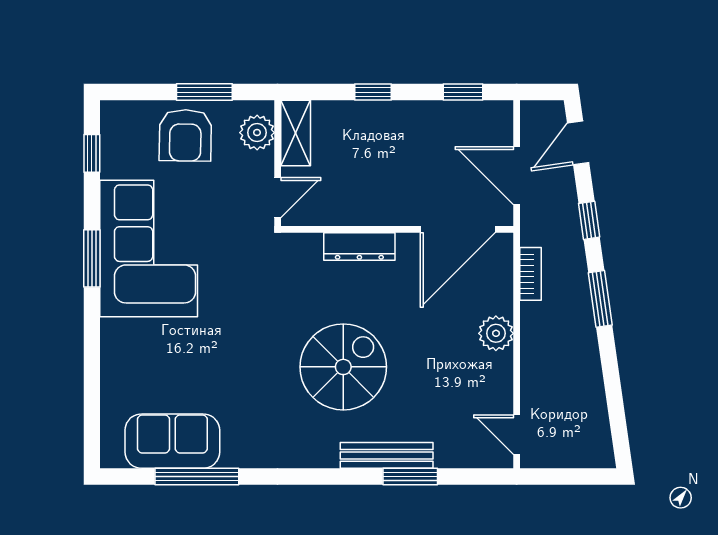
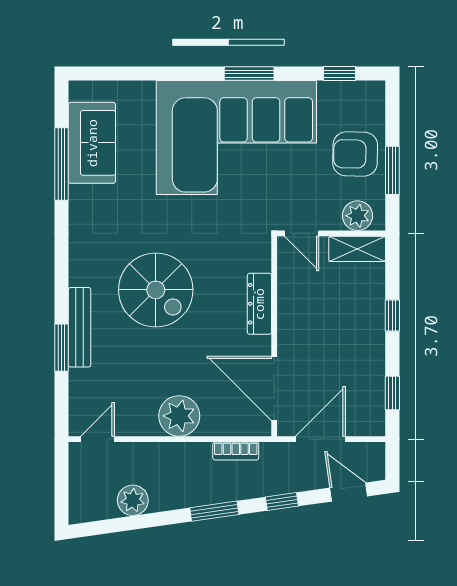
corner sofa: (149, 248) -> (236, 137), width x1.36, depth x1.36
plant: (496, 333) -> (179, 416), width x1.36, depth x1.36
plant: (588, 394) -> (133, 500), added

